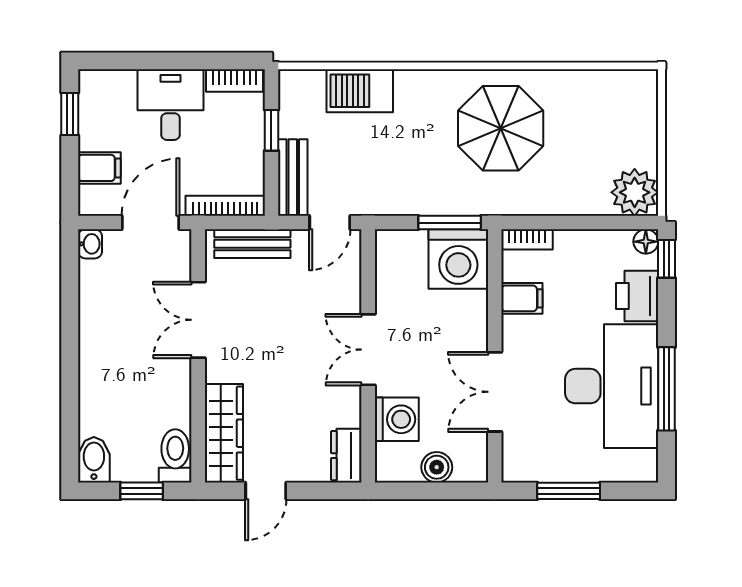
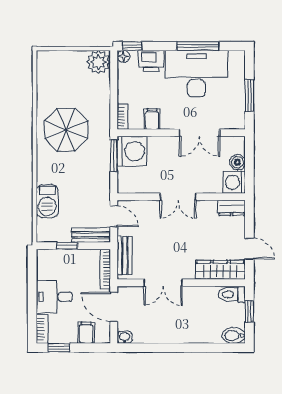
bookcase: (234, 81) -> (42, 329), moved
washing machine: (397, 419) -> (234, 182), moved, turned -90

